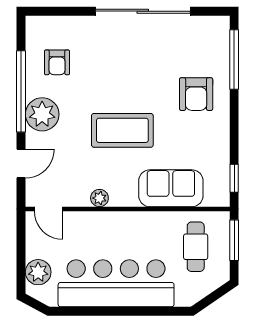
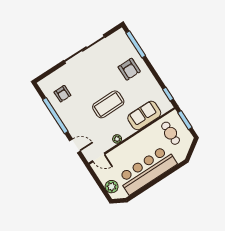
plant: (42, 114) -> (70, 120), removed
door: (21, 164) -> (75, 146), hinge flipped

